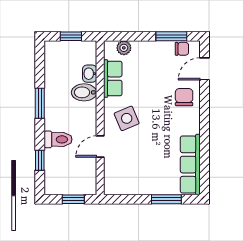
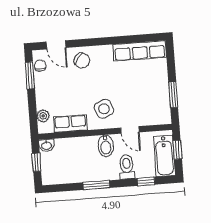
washbasin: (90, 74) -> (47, 145), moved
bidet: (84, 92) -> (106, 146), moved
chair: (184, 97) -> (82, 61), turned -141
bathtub: (67, 184) -> (164, 156), added
window: (166, 199) -> (173, 95), moved

